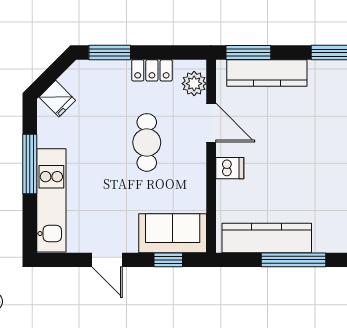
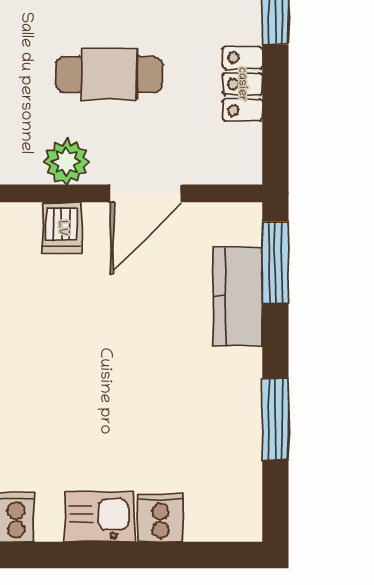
kitchen counter: (267, 73) -> (238, 297), width x0.67
plant: (194, 84) -> (67, 162), moved

